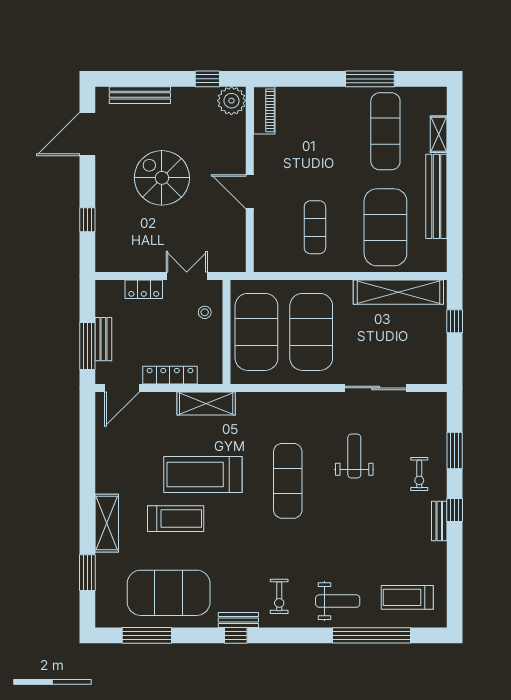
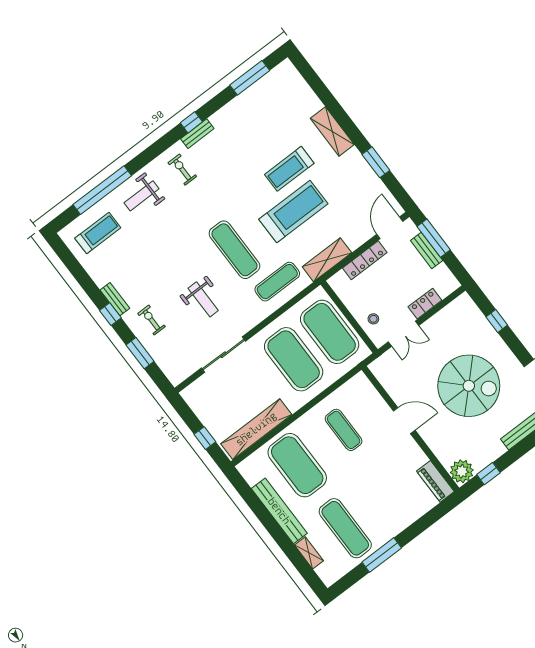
spiral stairs: (162, 178) -> (469, 386), width x1.37, depth x1.37
window: (87, 573) -> (376, 162), moved
exercise mat: (169, 593) -> (277, 282), moved, width x0.50, depth x0.69

